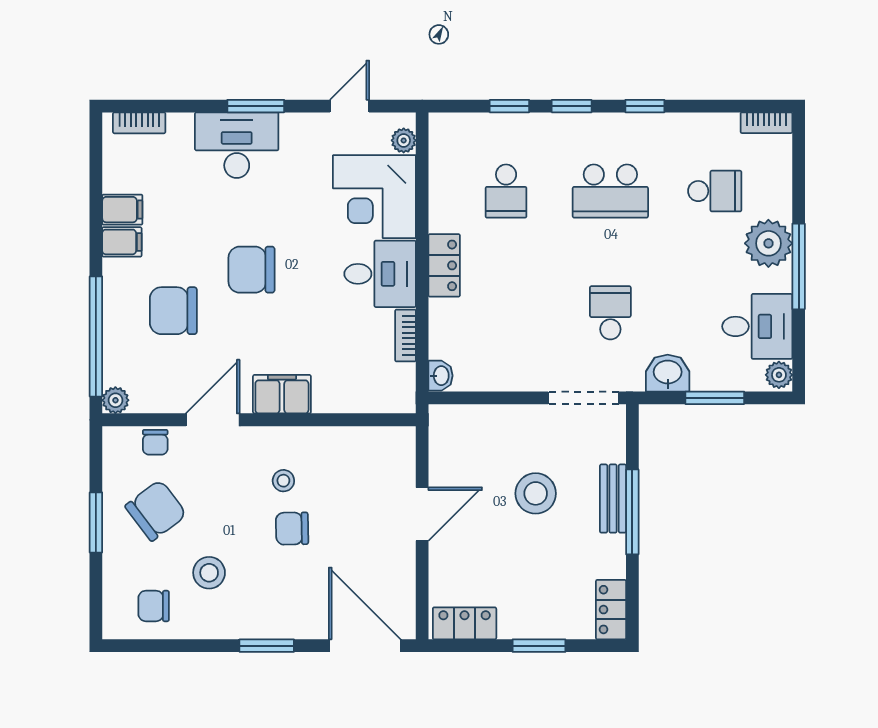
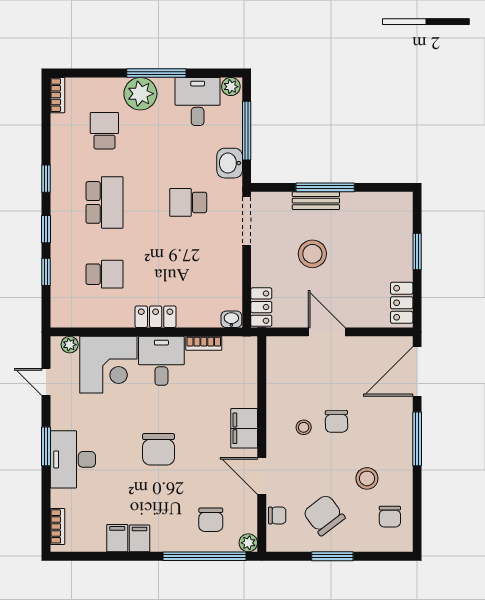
chair: (173, 311) -> (211, 520), moved, width x0.73, depth x0.73
window: (715, 398) -> (247, 131), width x1.44
locker: (611, 610) -> (261, 307), moved, turned -90
window: (267, 646) -> (417, 439), width x1.44

